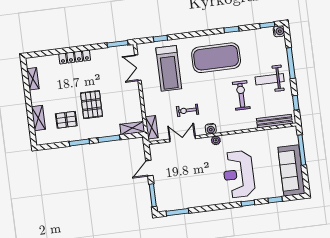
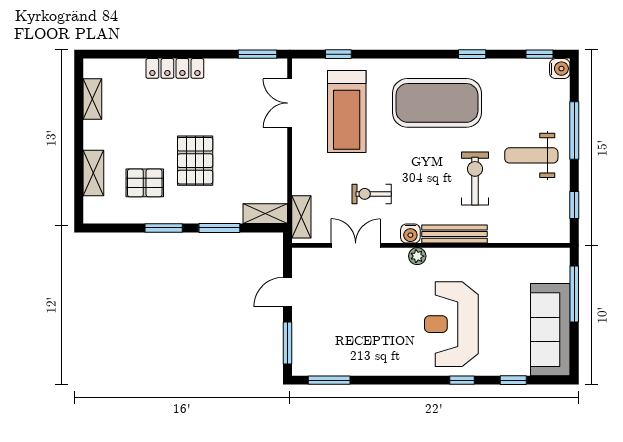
bench: (274, 121) -> (454, 234), moved

